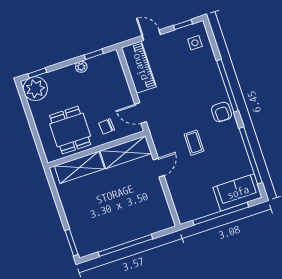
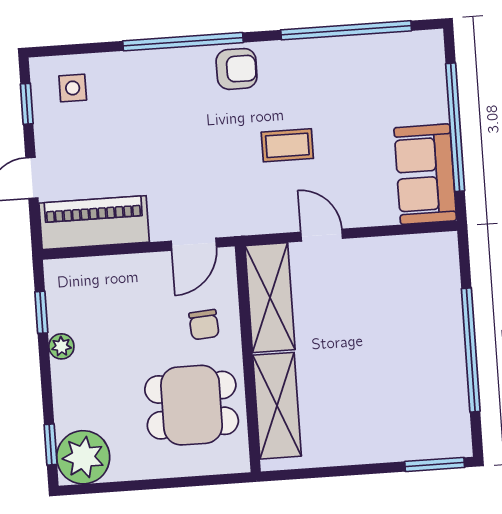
sofa: (238, 192) -> (425, 174), moved

